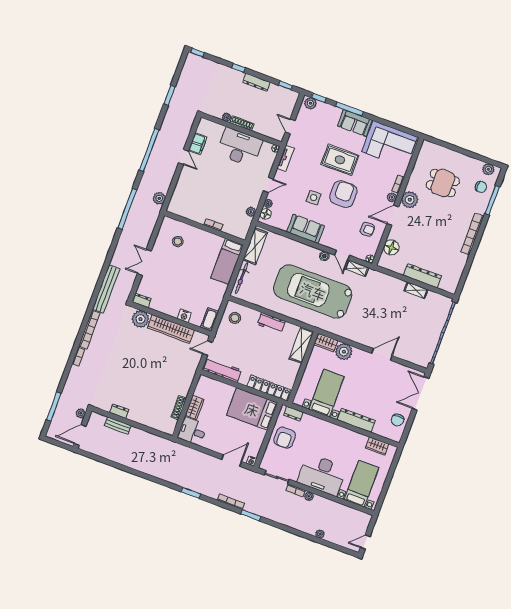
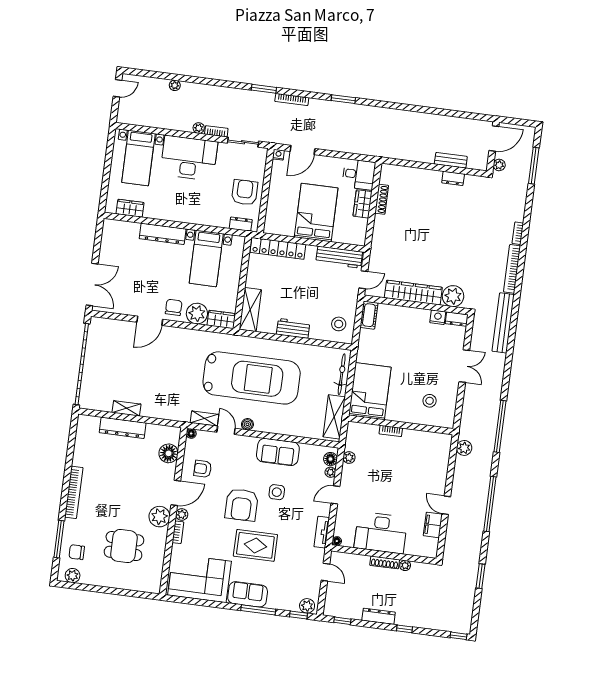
bed: (227, 261) -> (370, 391), width x1.50
nightstand: (184, 316) -> (438, 317), moved
bed: (252, 409) -> (316, 213), moved, turned -90
chair: (397, 420) -> (174, 307), moved

